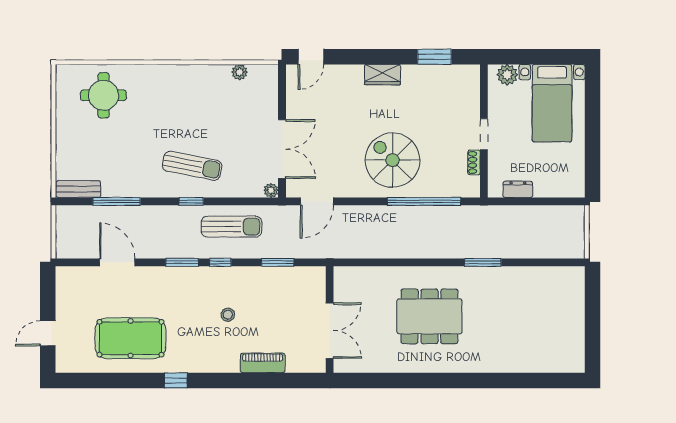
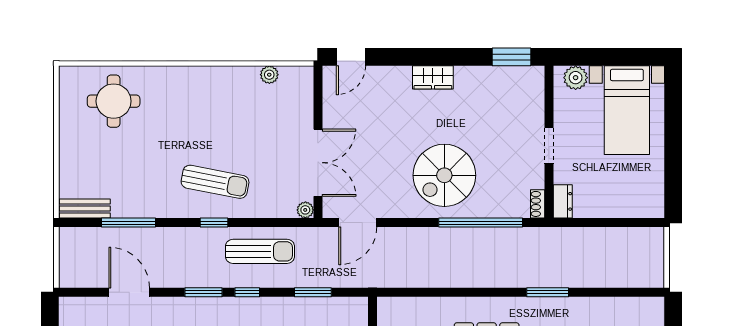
window: (434, 57) -> (512, 57), moved
spiral stairs: (393, 160) -> (444, 175), turned -90
shoe rack: (474, 162) -> (538, 204), moved
dresser: (518, 189) -> (563, 201), moved, turned 90

